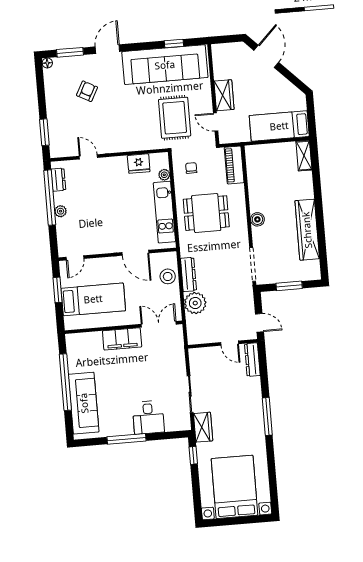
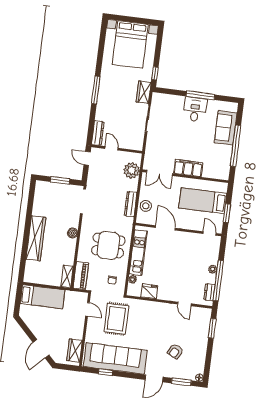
wardrobe: (224, 95) -> (74, 350), moved
shelving: (304, 156) -> (67, 276), moved
wardrobe: (307, 230) -> (36, 238), moved
door: (75, 258) -> (209, 233), hinge flipped
plant: (195, 303) -> (132, 170), moved
sofa: (84, 403) -> (226, 128), width x0.73
desk: (148, 417) -> (195, 109), moved

